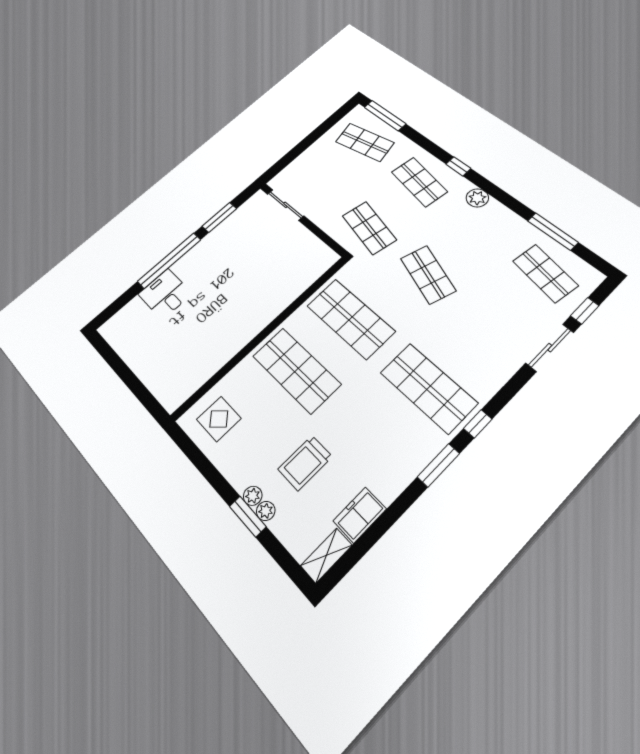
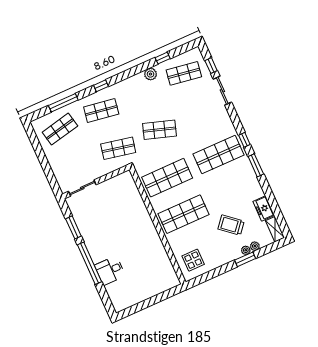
window: (385, 116) -> (63, 103), moved
plant: (477, 198) -> (151, 74), moved
window: (553, 231) -> (163, 58), width x0.46
trolley: (305, 463) -> (231, 225), turned 130
plant: (253, 496) -> (255, 246), moved

